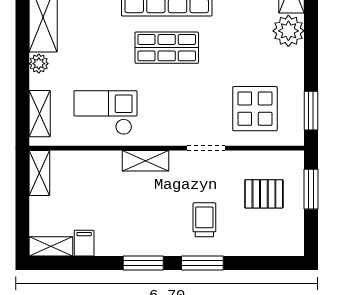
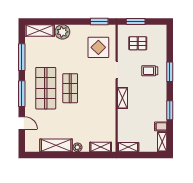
checkout: (105, 113) -> (100, 116), removed
pallet: (264, 194) -> (138, 43), turned 90
window: (143, 263) -> (170, 110), moved

